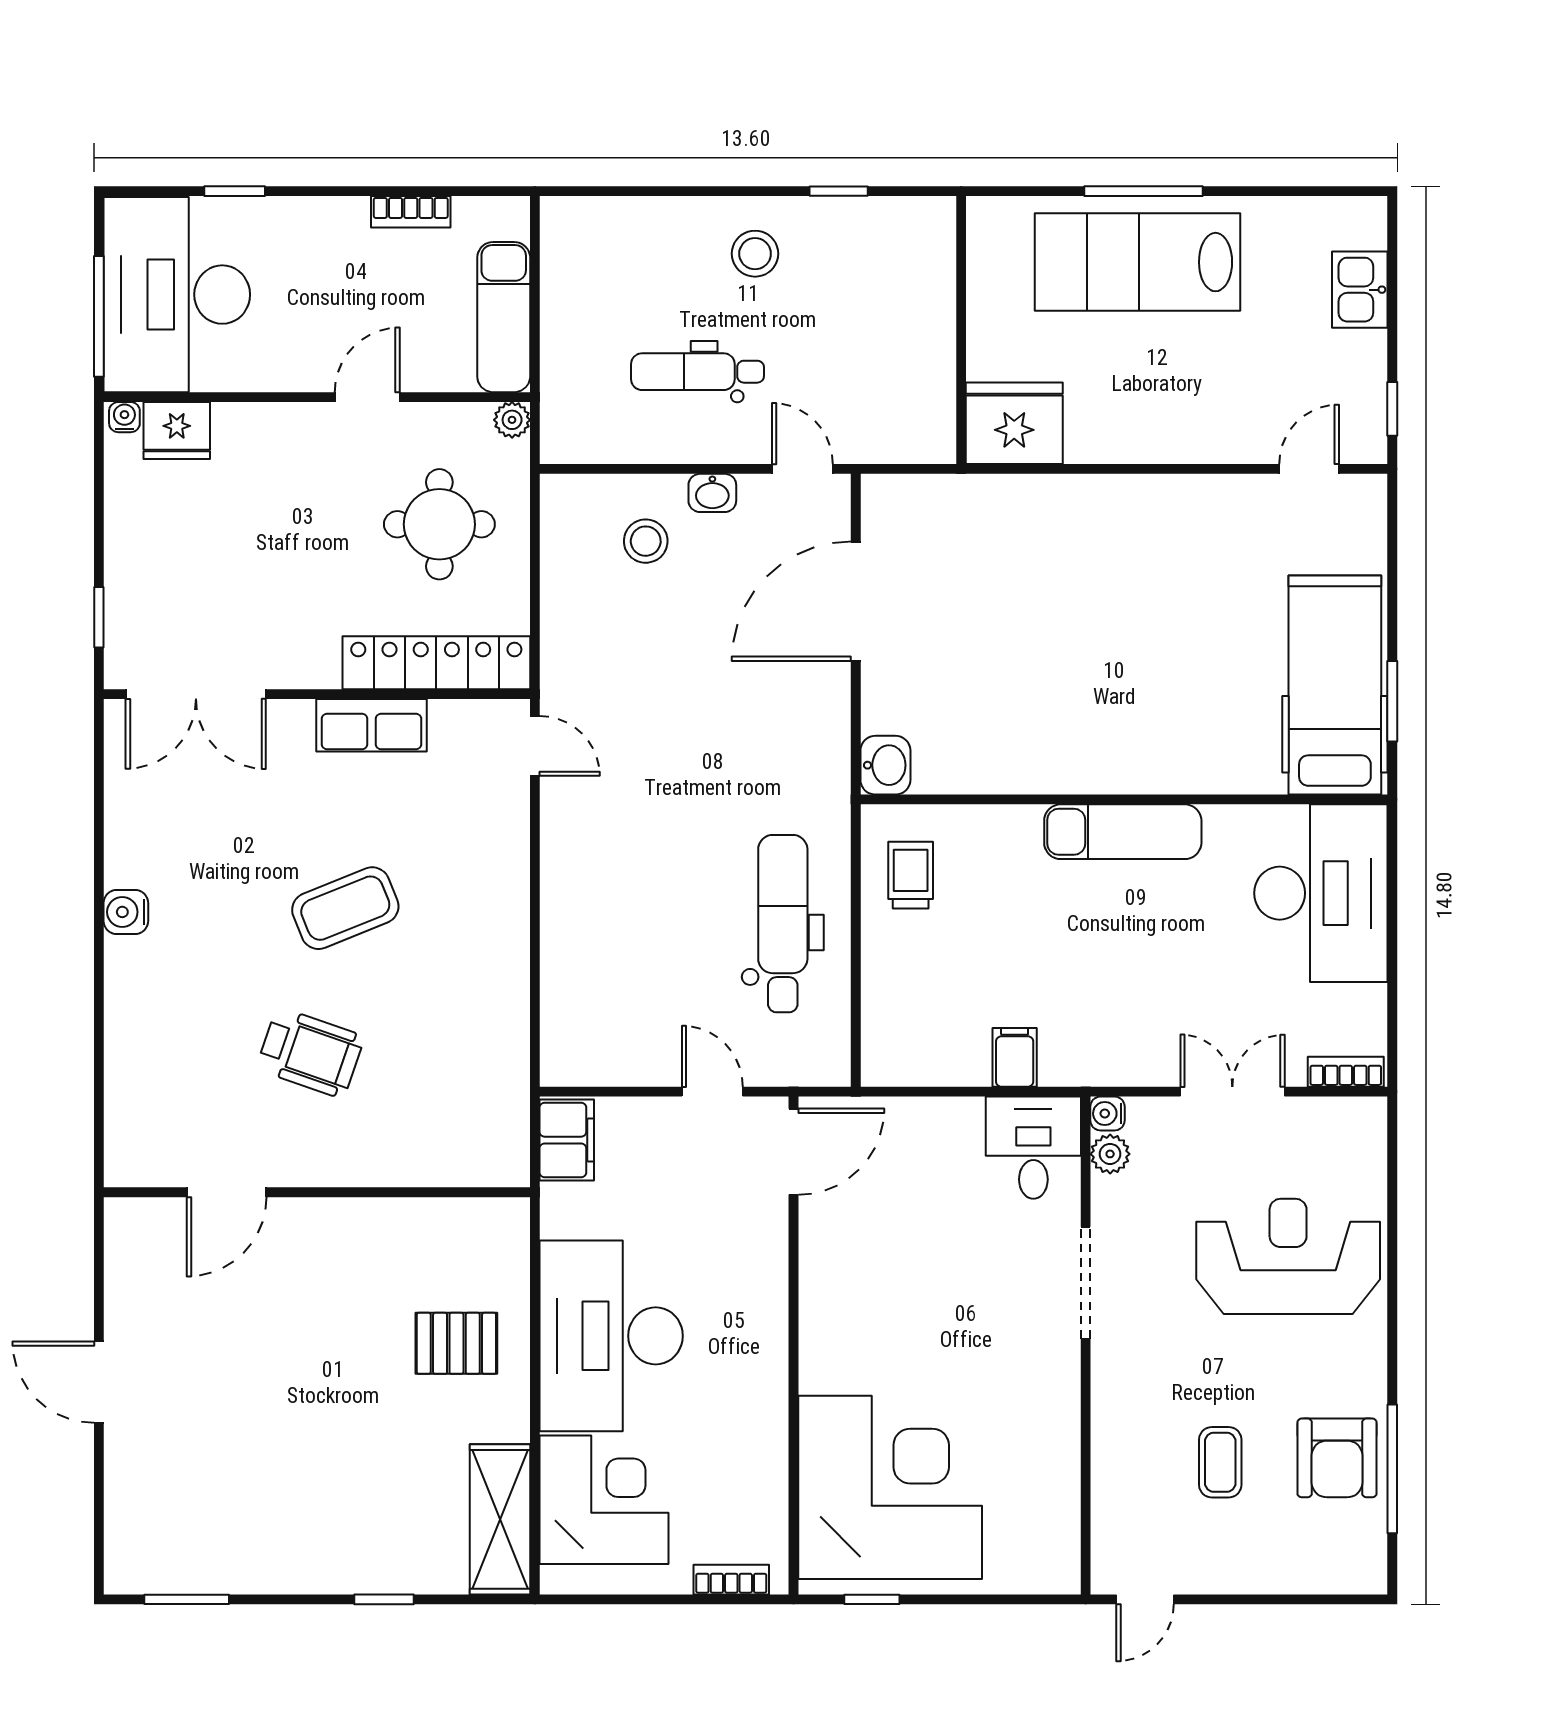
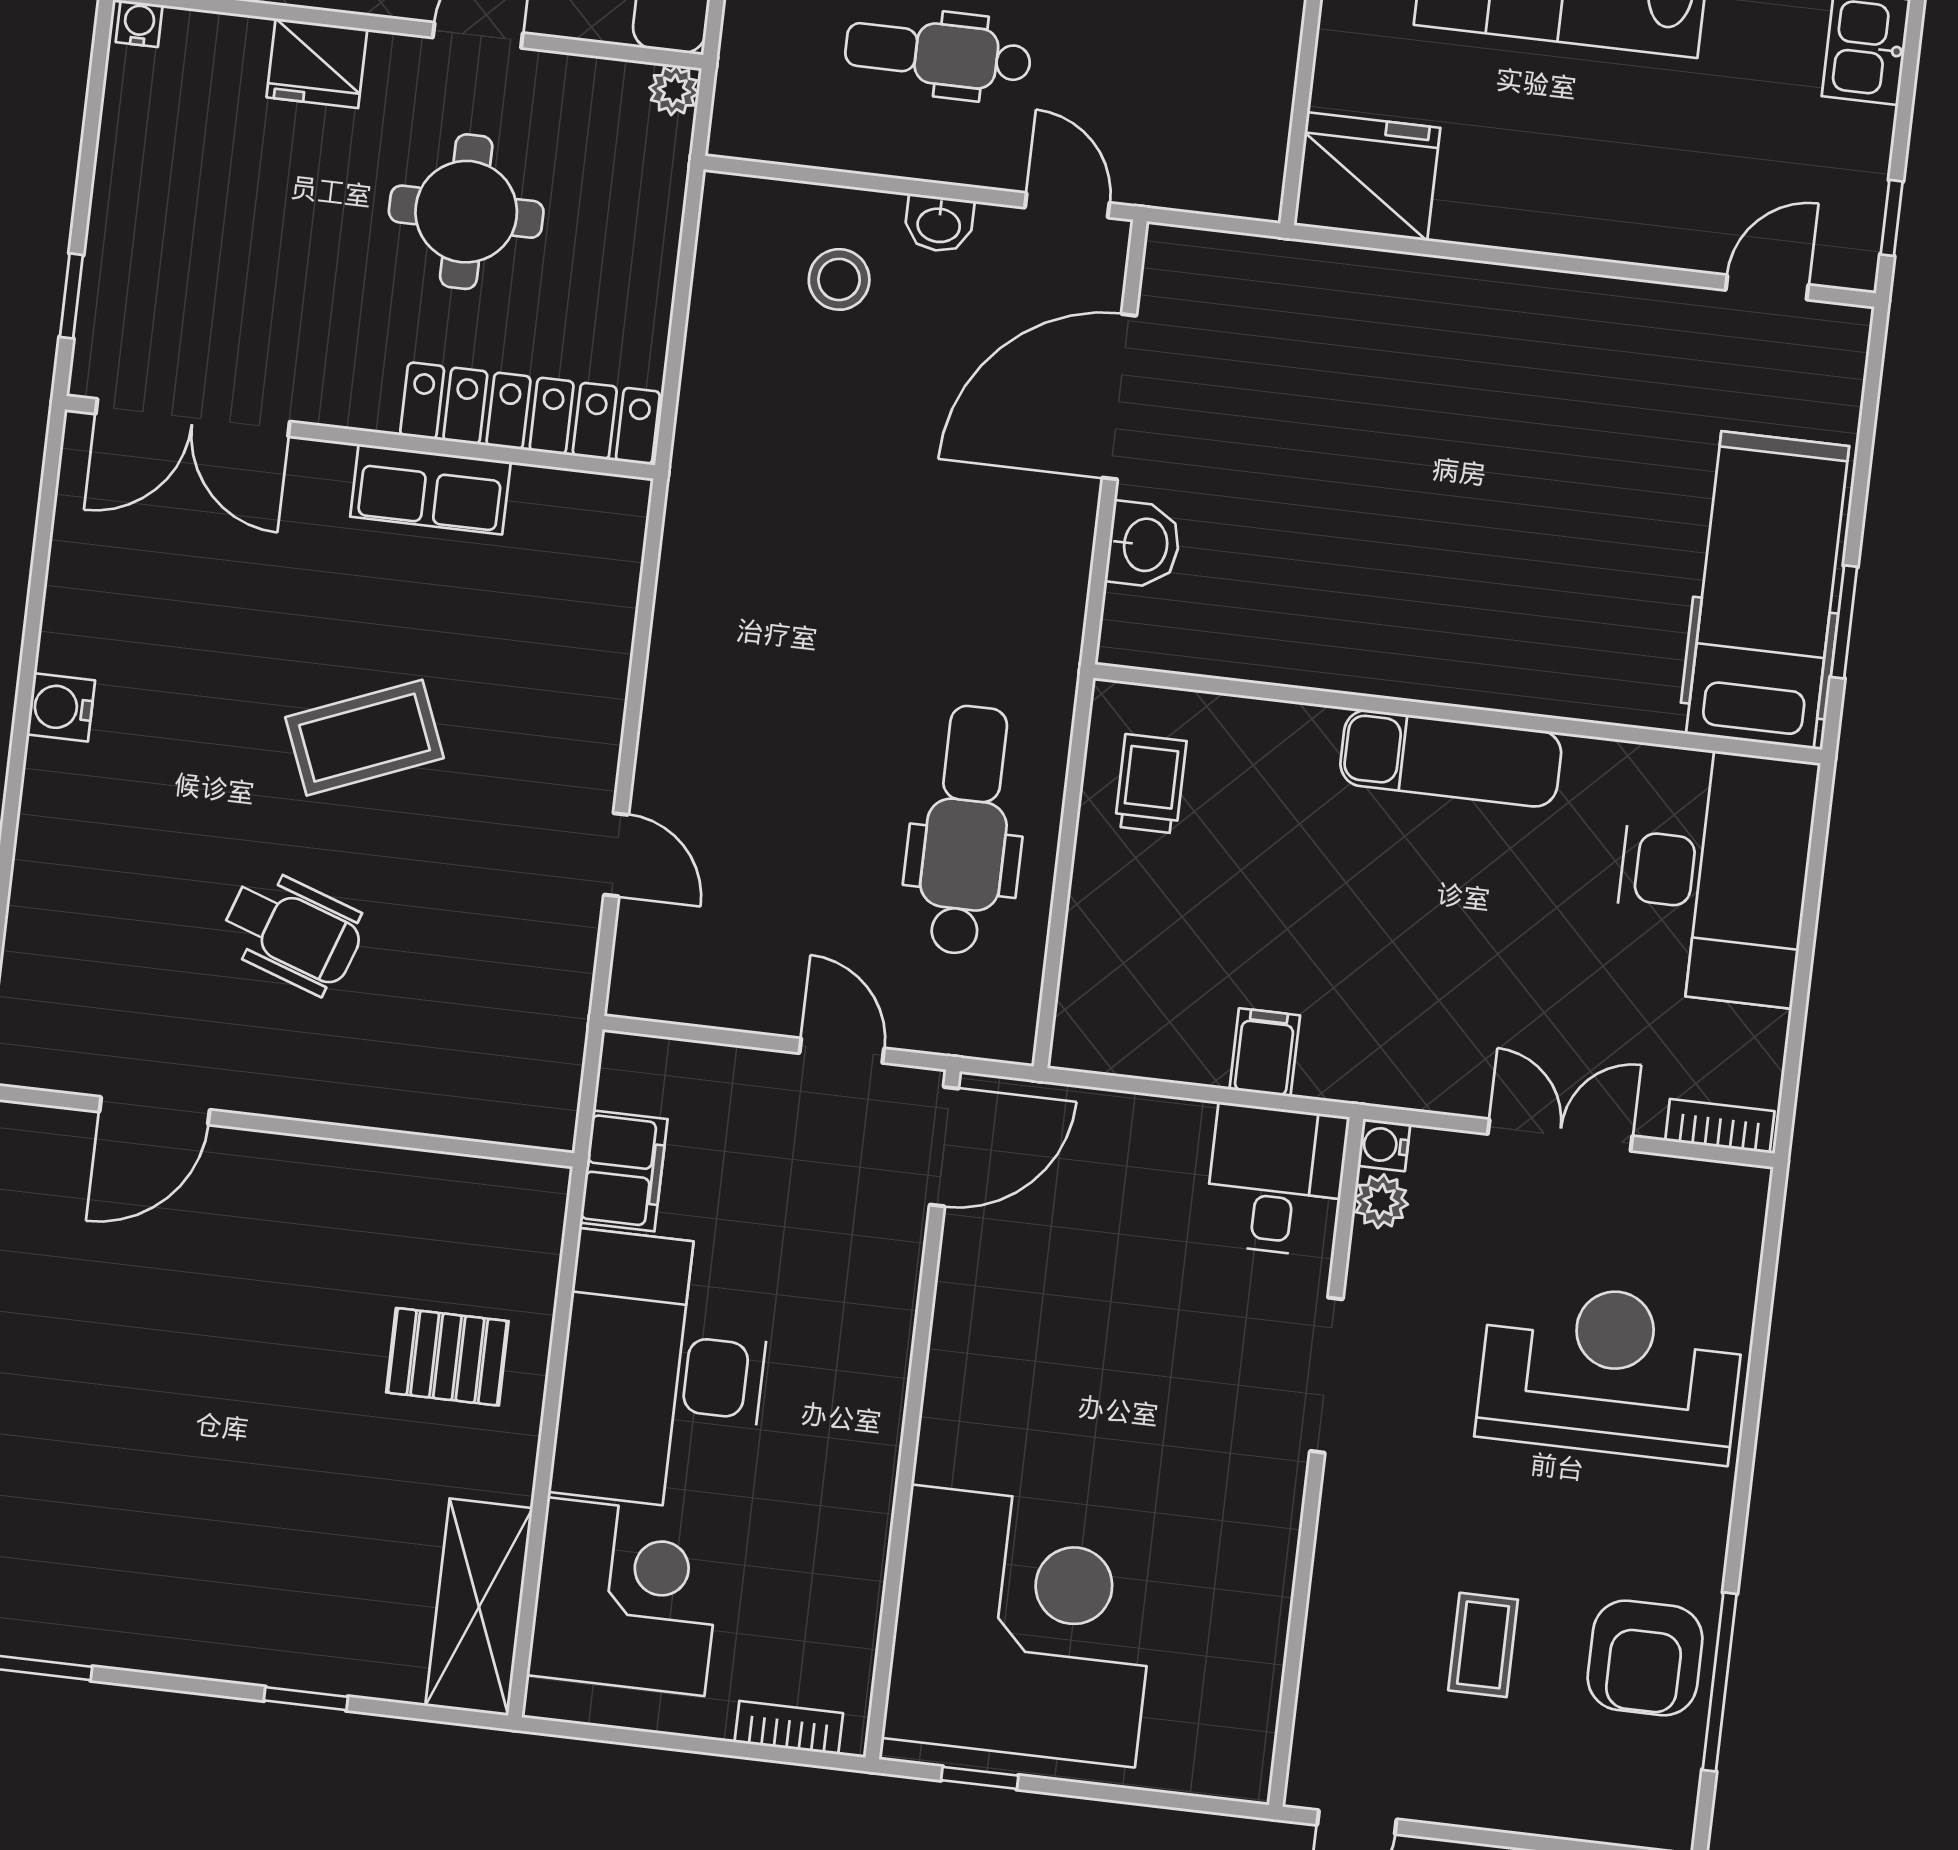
fridge: (177, 430) -> (317, 63), moved
round table: (439, 524) -> (466, 212), moved
door: (535, 746) -> (616, 855), moved
washbasin: (885, 765) -> (1144, 545), moved
filing cabinet: (567, 1140) -> (624, 1171), moved

